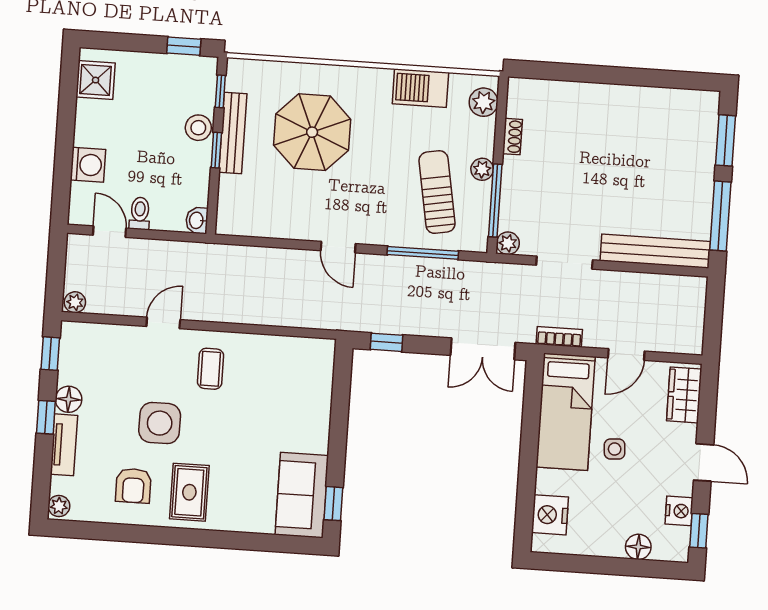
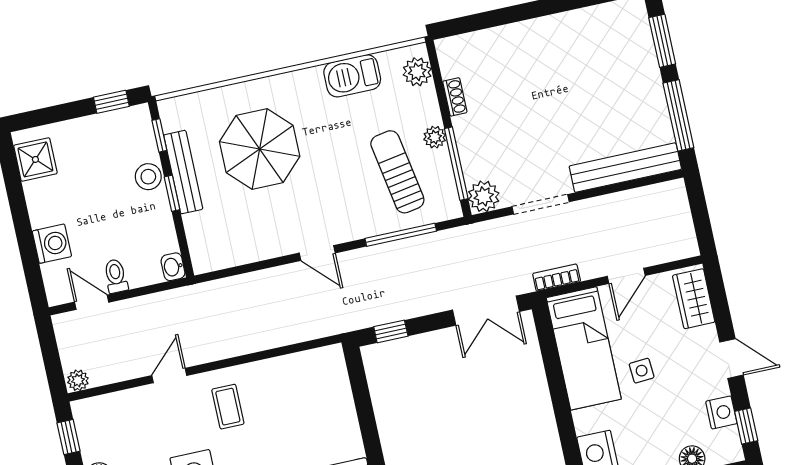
plant: (508, 243) -> (484, 196), width x1.38, depth x1.38

